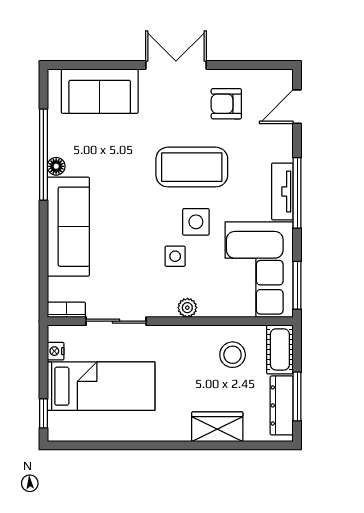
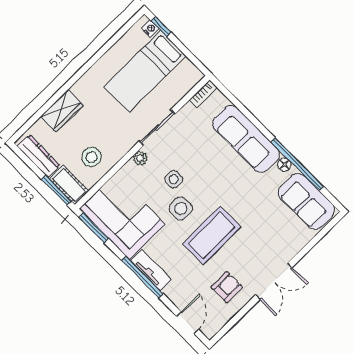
sofa: (100, 91) -> (307, 201), moved, turned -90
sliding door: (116, 321) -> (157, 127), moved
nightstand: (56, 351) -> (150, 29), moved
window: (297, 396) -> (56, 190), moved

